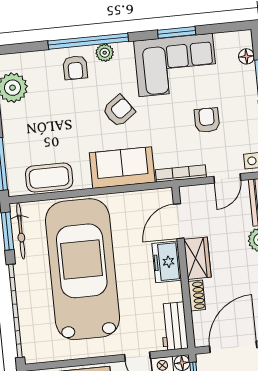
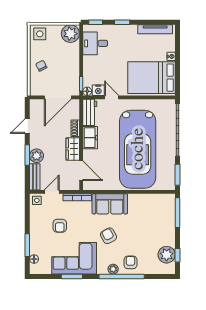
armchair: (119, 111) -> (108, 236), turned 97
coffee table: (49, 177) -> (151, 202), removed
door: (179, 221) -> (81, 171), hinge flipped
bicycle: (21, 231) -> (170, 174), removed
freezer: (167, 262) -> (90, 138), moved

